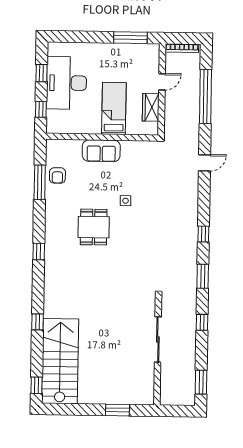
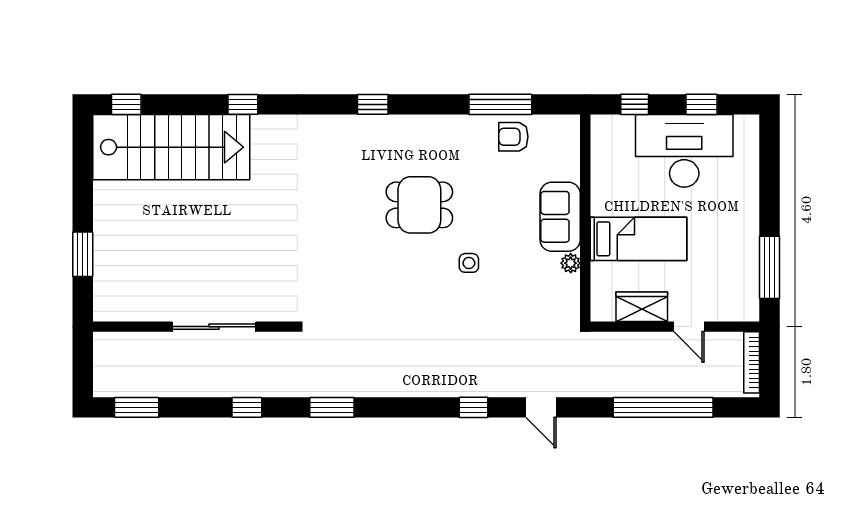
plant: (126, 146) -> (571, 263), added
window: (203, 234) -> (474, 407), moved

